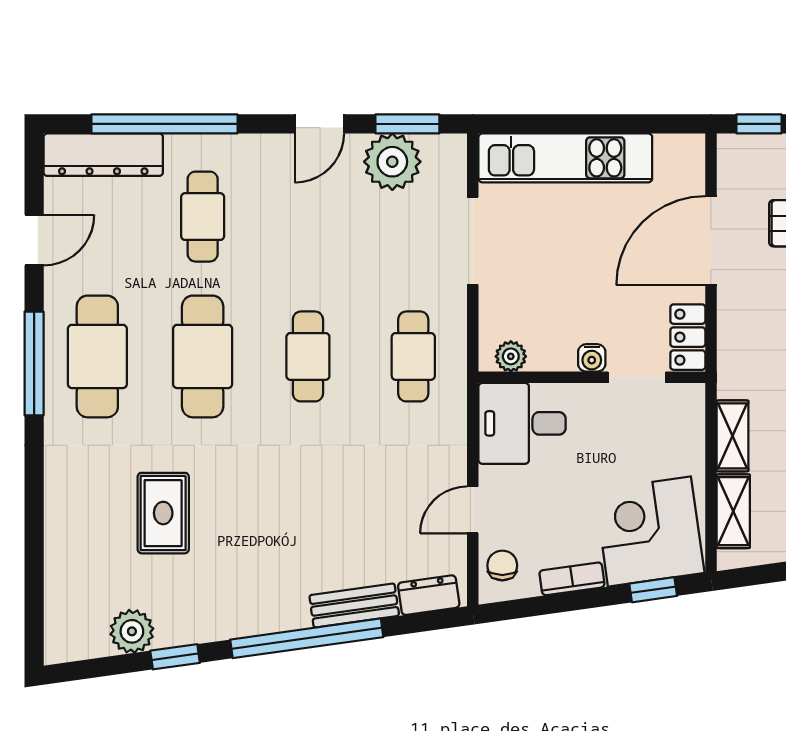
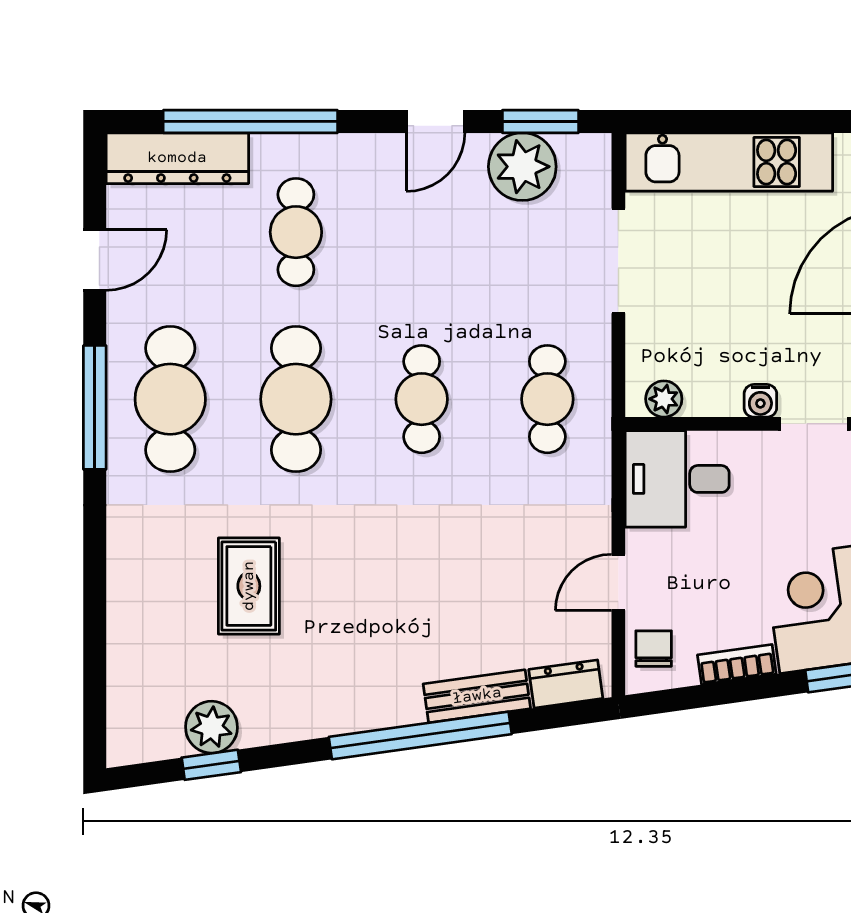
window: (175, 657) -> (211, 765), moved

